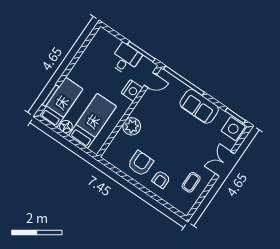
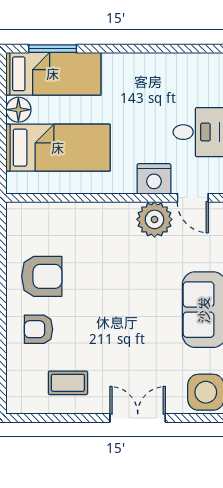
plant: (132, 126) -> (154, 219), moved

